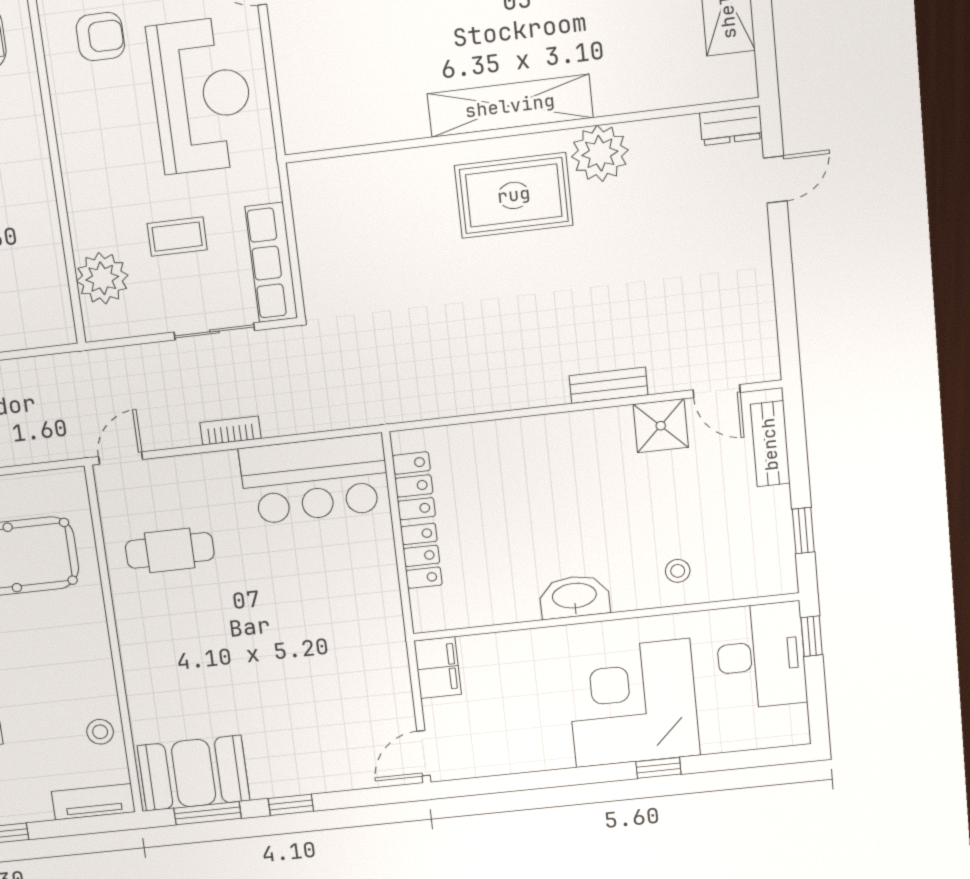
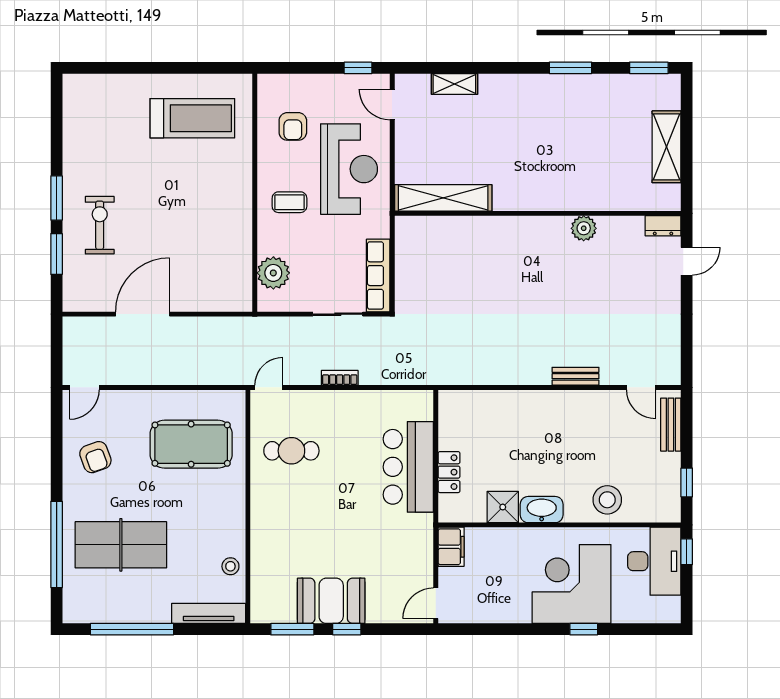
armchair: (100, 37) -> (293, 126), turned 90
shelving: (510, 106) -> (443, 198), moved
plant: (600, 153) -> (584, 228), width x0.73, depth x0.73
rug: (514, 195) -> (530, 252), removed
coffee table: (177, 237) -> (289, 202), moved
shower: (661, 426) -> (503, 507), moved
bar counter: (315, 479) -> (408, 467), moved, turned 90
locker: (414, 486) -> (449, 426), removed
stool: (678, 571) -> (607, 500), width x1.89, depth x1.89
booth: (194, 773) -> (331, 601), moved
tv unit: (93, 802) -> (209, 613), width x1.41

